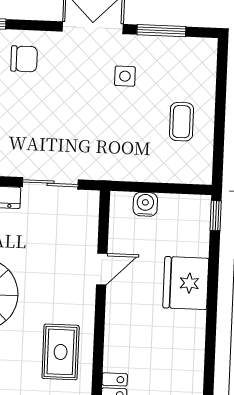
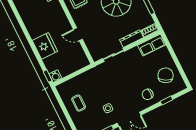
water cooler: (145, 204) -> (55, 76), moved
door: (102, 269) -> (78, 34), hinge flipped

